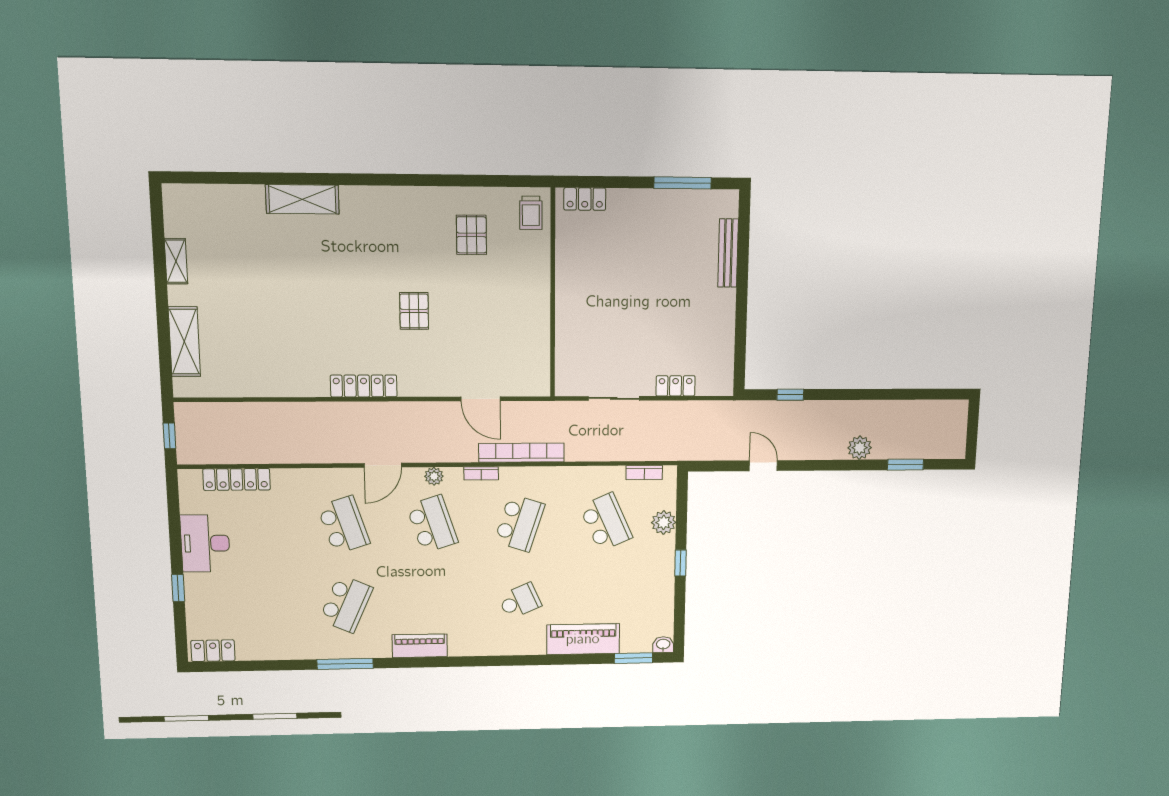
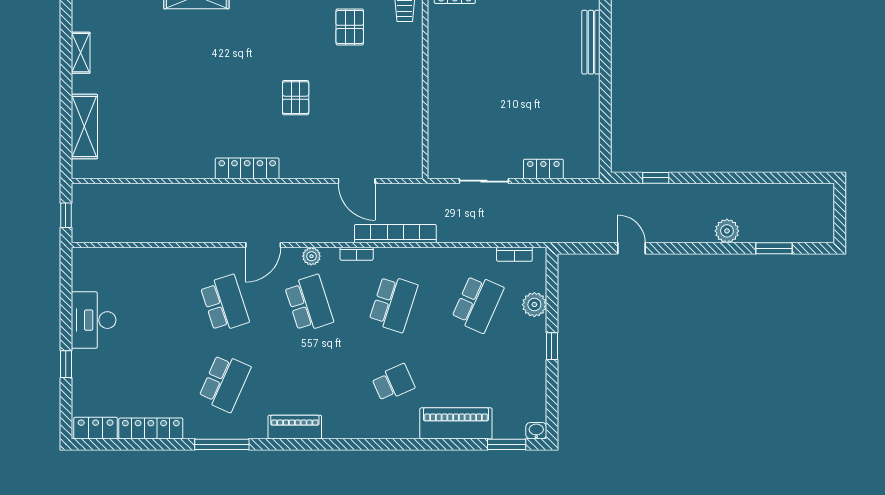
locker: (237, 479) -> (151, 428), moved, turned 180
school desk: (606, 522) -> (478, 303), turned 48

